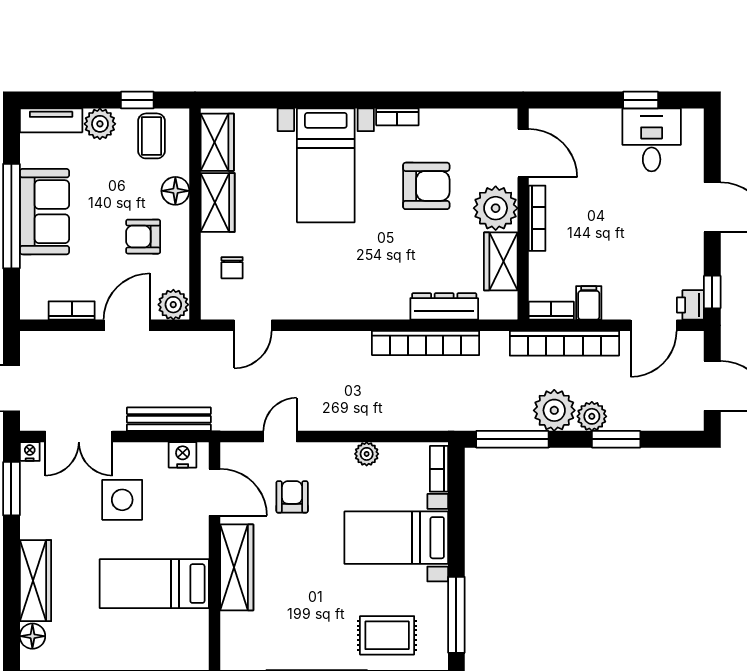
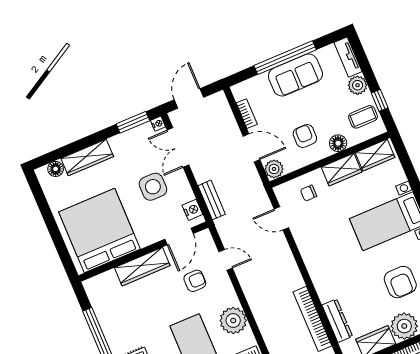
bench: (169, 419) -> (212, 200), width x0.73
plant: (367, 454) -> (233, 321), width x1.87, depth x1.87
bed: (154, 584) -> (99, 231), width x2.04

